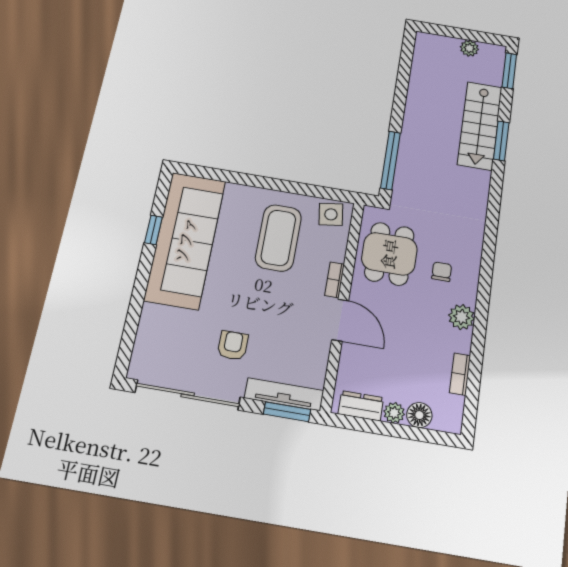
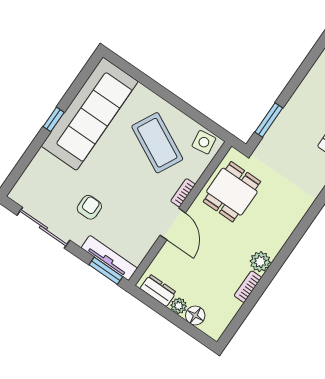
window: (390, 160) -> (269, 120), width x0.69
window: (153, 230) -> (54, 119), moved
coffee table: (278, 238) -> (157, 143), turned -63
chair: (442, 272) -> (263, 222), removed
bookcase: (460, 374) -> (248, 287), moved
sliding door: (188, 395) -> (43, 228), width x0.73

